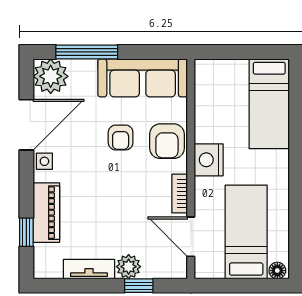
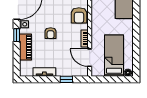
armchair: (121, 137) -> (51, 33), moved
nightstand: (209, 160) -> (97, 24), removed
window: (26, 232) -> (17, 35), moved
plant: (129, 267) -> (62, 71), removed

